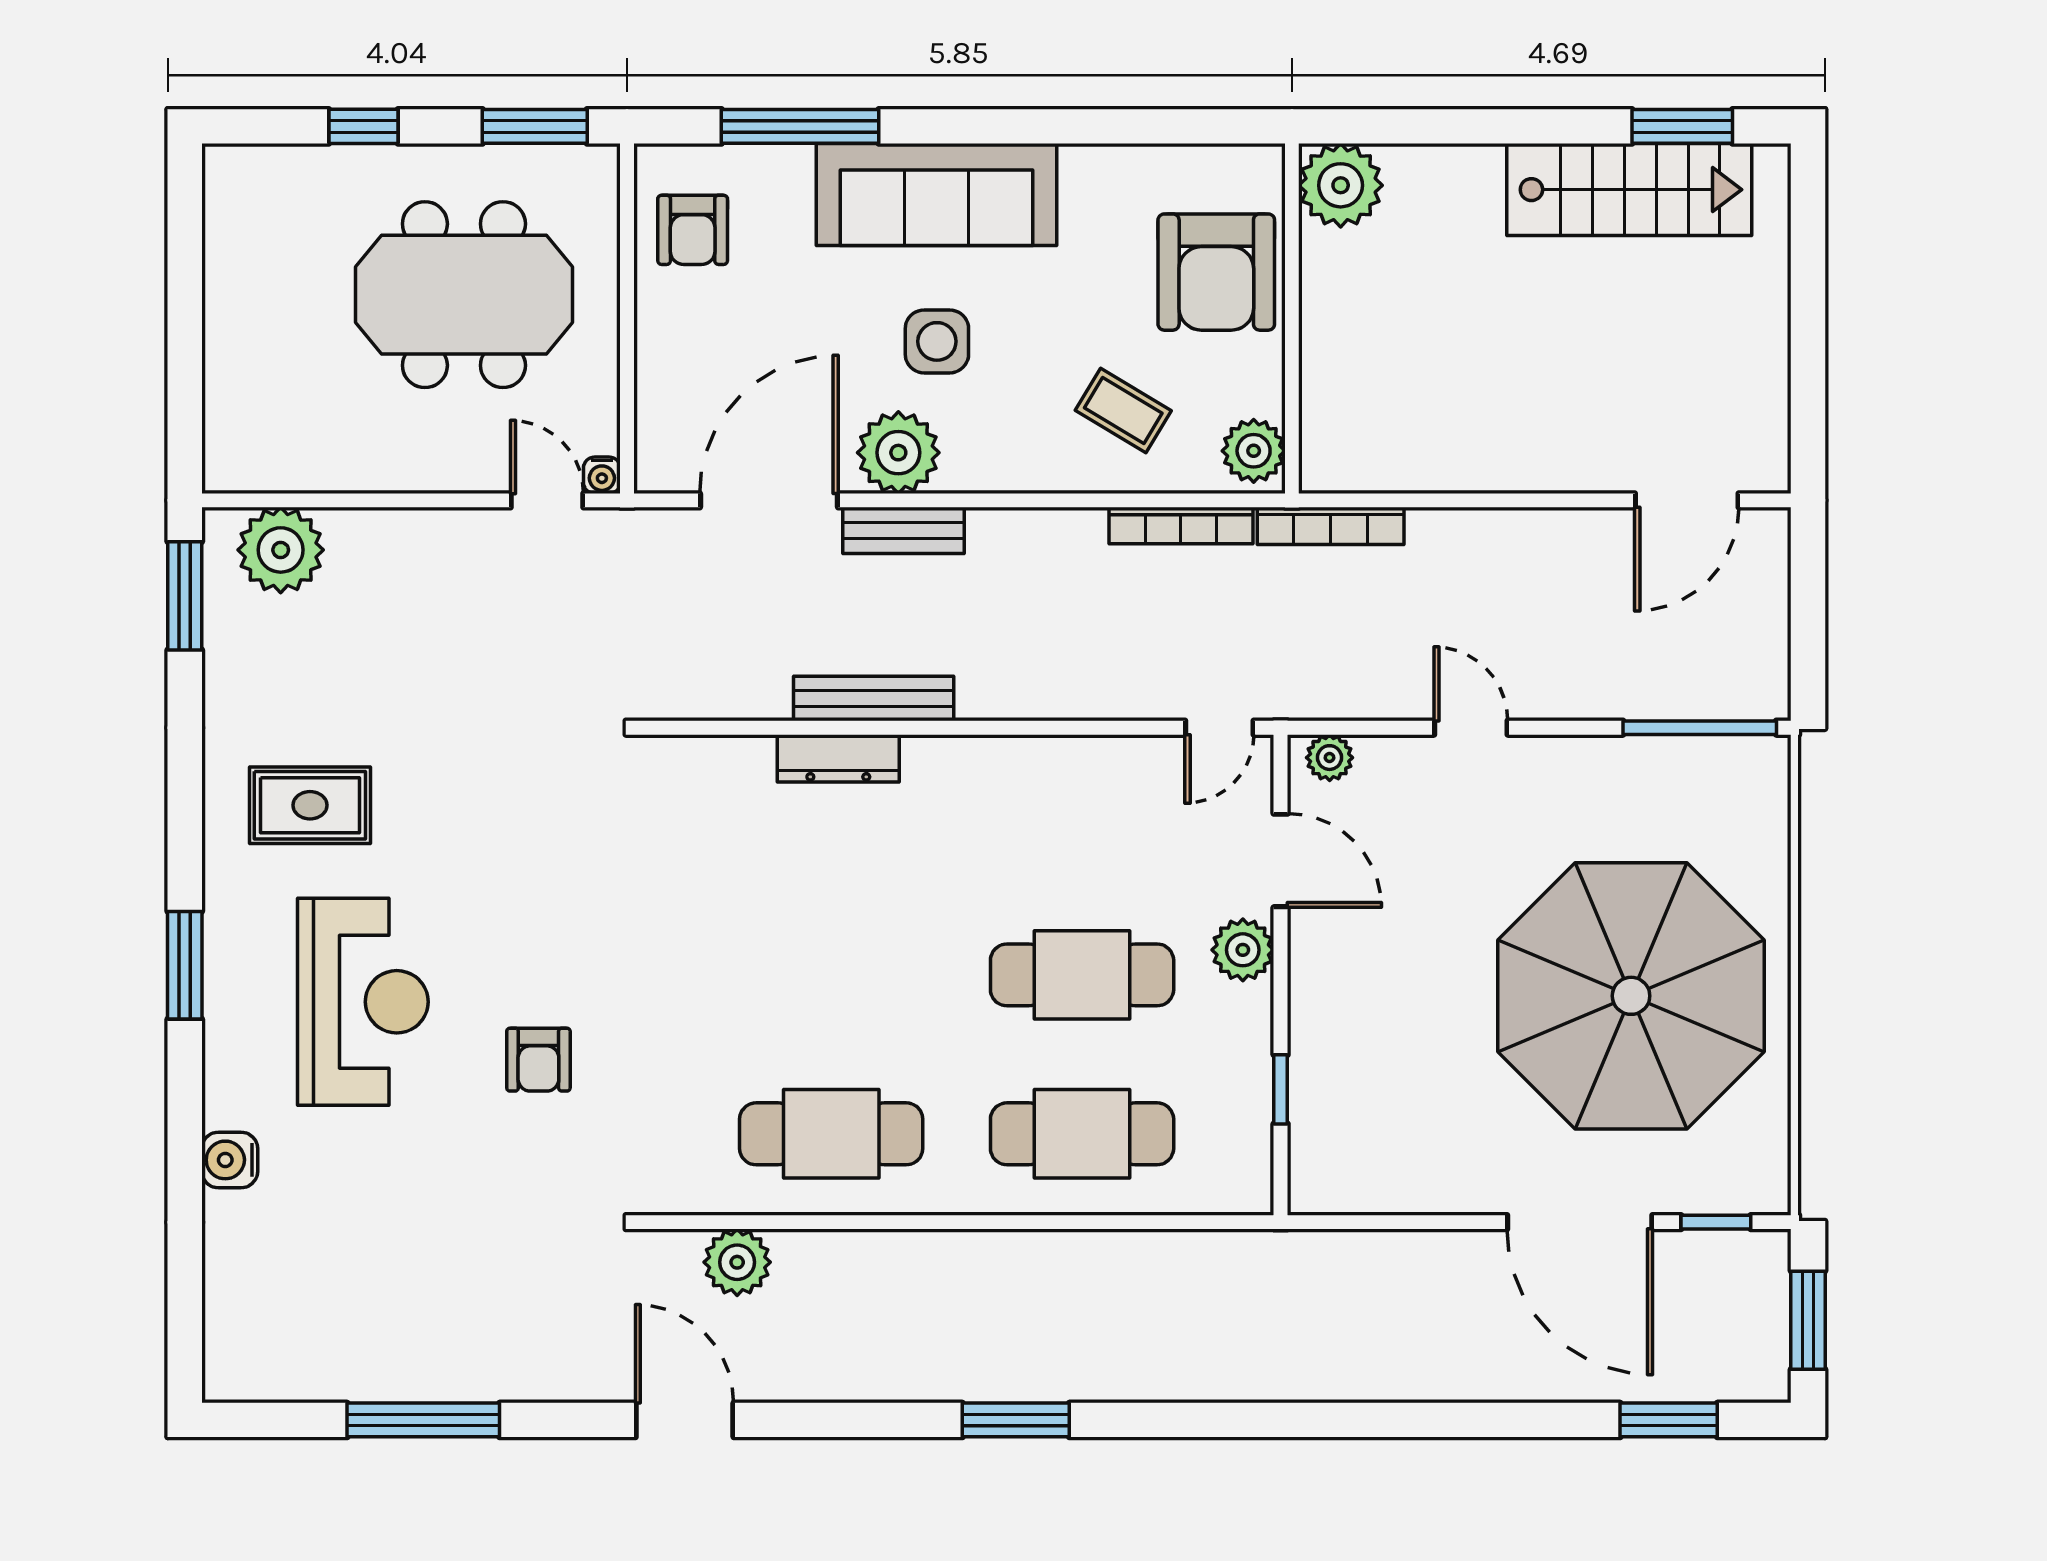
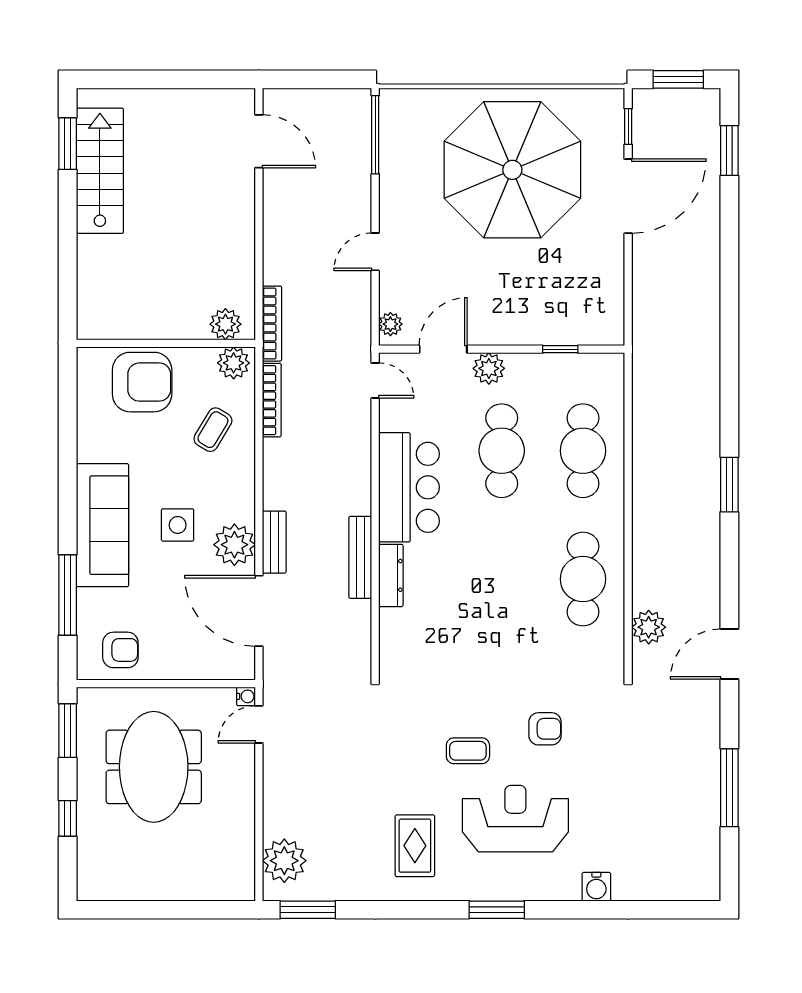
plant: (1341, 185) -> (225, 324), moved, width x0.73, depth x0.73
bar counter: (1010, 794) -> (409, 487), added
coffee table: (496, 909) -> (468, 751), added

